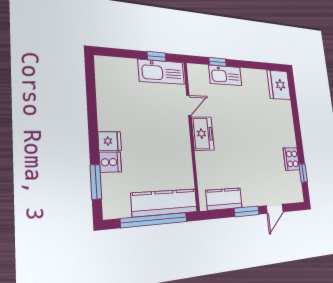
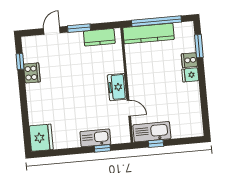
door: (189, 105) -> (129, 108), swing flipped

